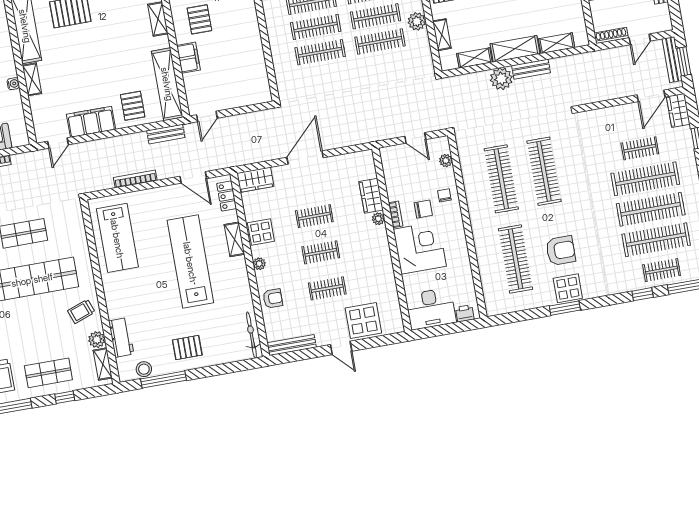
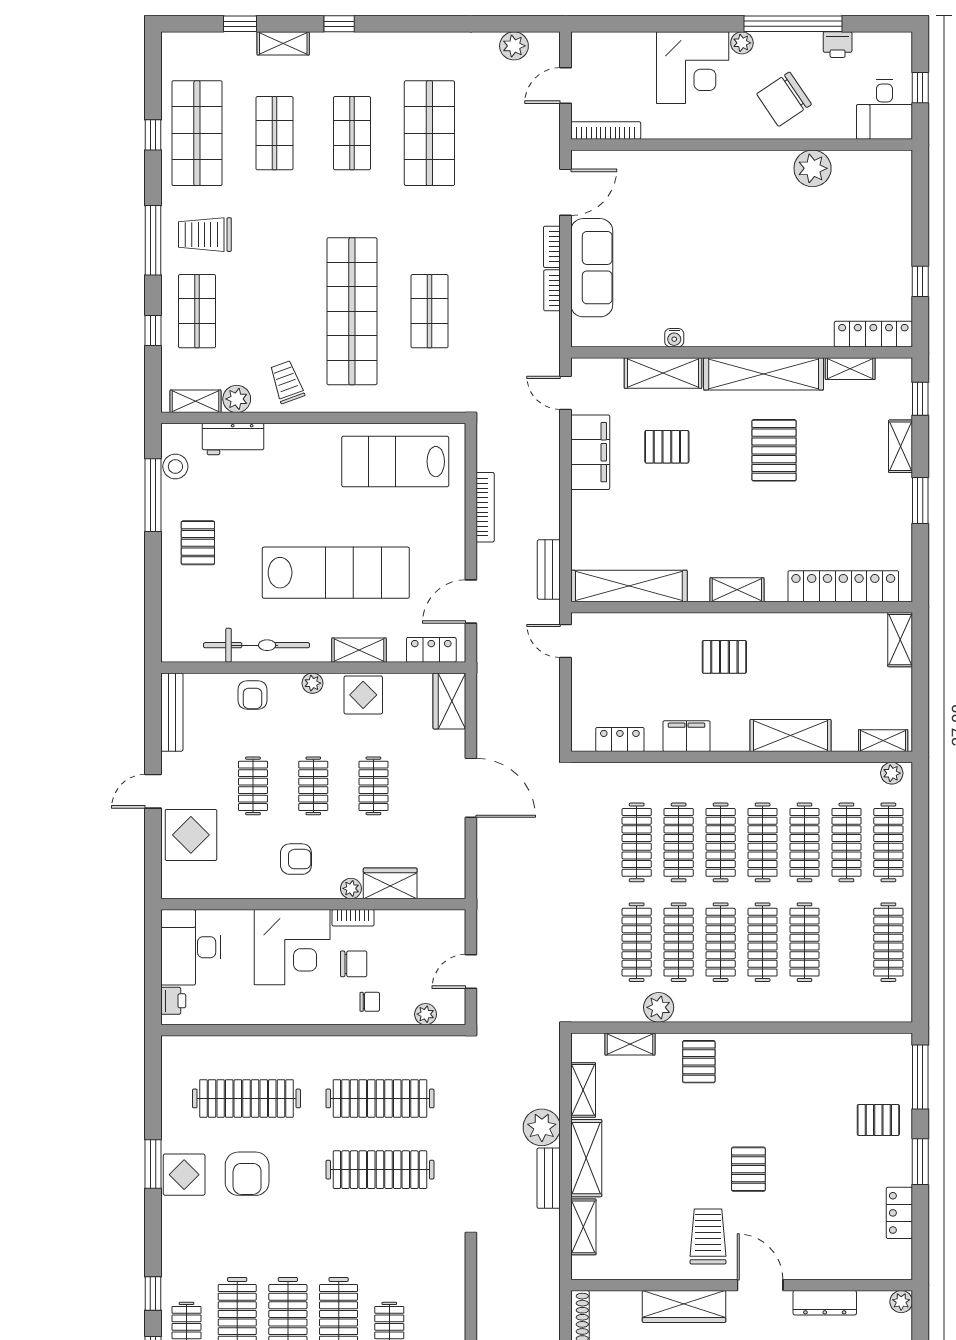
filing cabinet: (188, 58) -> (687, 736), moved, turned 180
locker: (260, 73) -> (620, 740), added
shelving: (32, 79) -> (663, 373), width x1.50, depth x1.33
pallet: (133, 106) -> (667, 447), moved
chair: (423, 209) -> (354, 964), turned -90
armchair: (367, 255) -> (296, 859), added
bicycle: (251, 335) -> (256, 645), moved, width x1.37, depth x1.40

